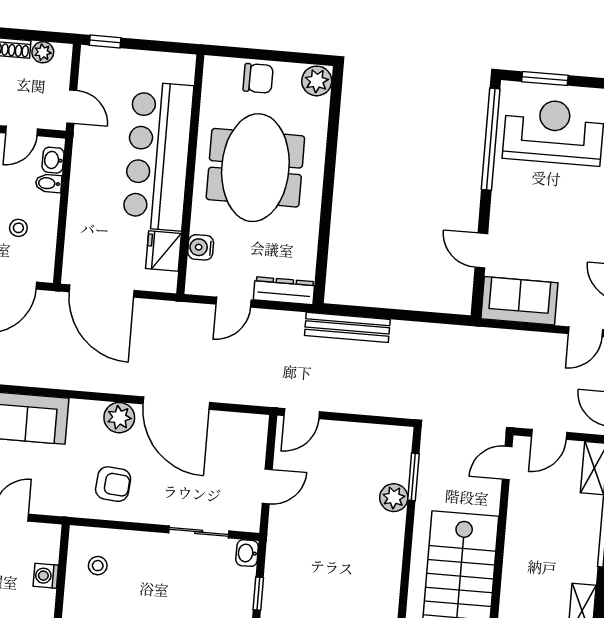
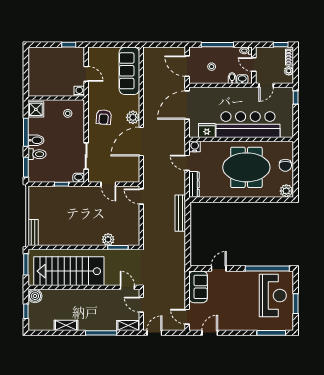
window: (545, 78) -> (296, 304), moved
water cooler: (201, 247) -> (195, 146), moved
washing machine: (46, 576) -> (79, 91), moved

